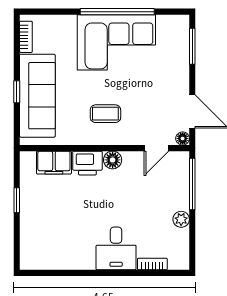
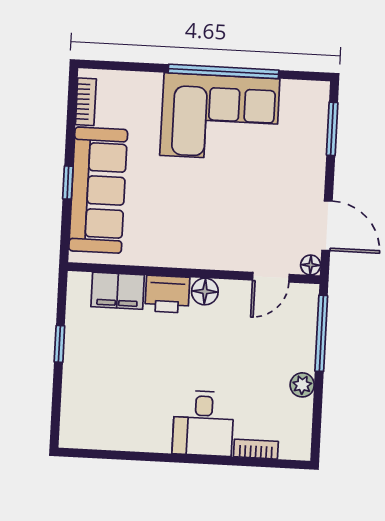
coffee table: (105, 114) -> (198, 222), removed

